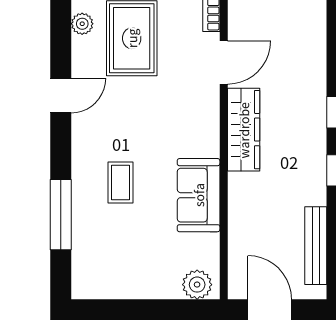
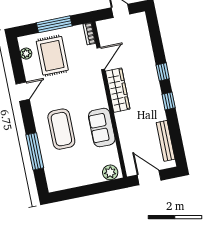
coffee table: (120, 182) -> (61, 129), width x1.86, depth x1.72

